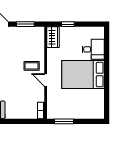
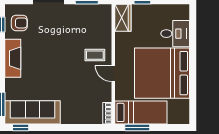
bed: (83, 75) -> (162, 73), width x1.36
bed: (67, 110) -> (141, 112), added

